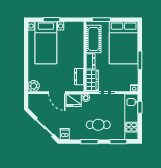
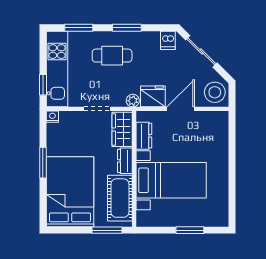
bed with nightstands: (46, 43) -> (171, 180), moved, turned 90
plant: (34, 86) -> (220, 120), removed
door: (57, 93) -> (181, 109), hinge flipped
stool: (36, 103) -> (215, 92), added

